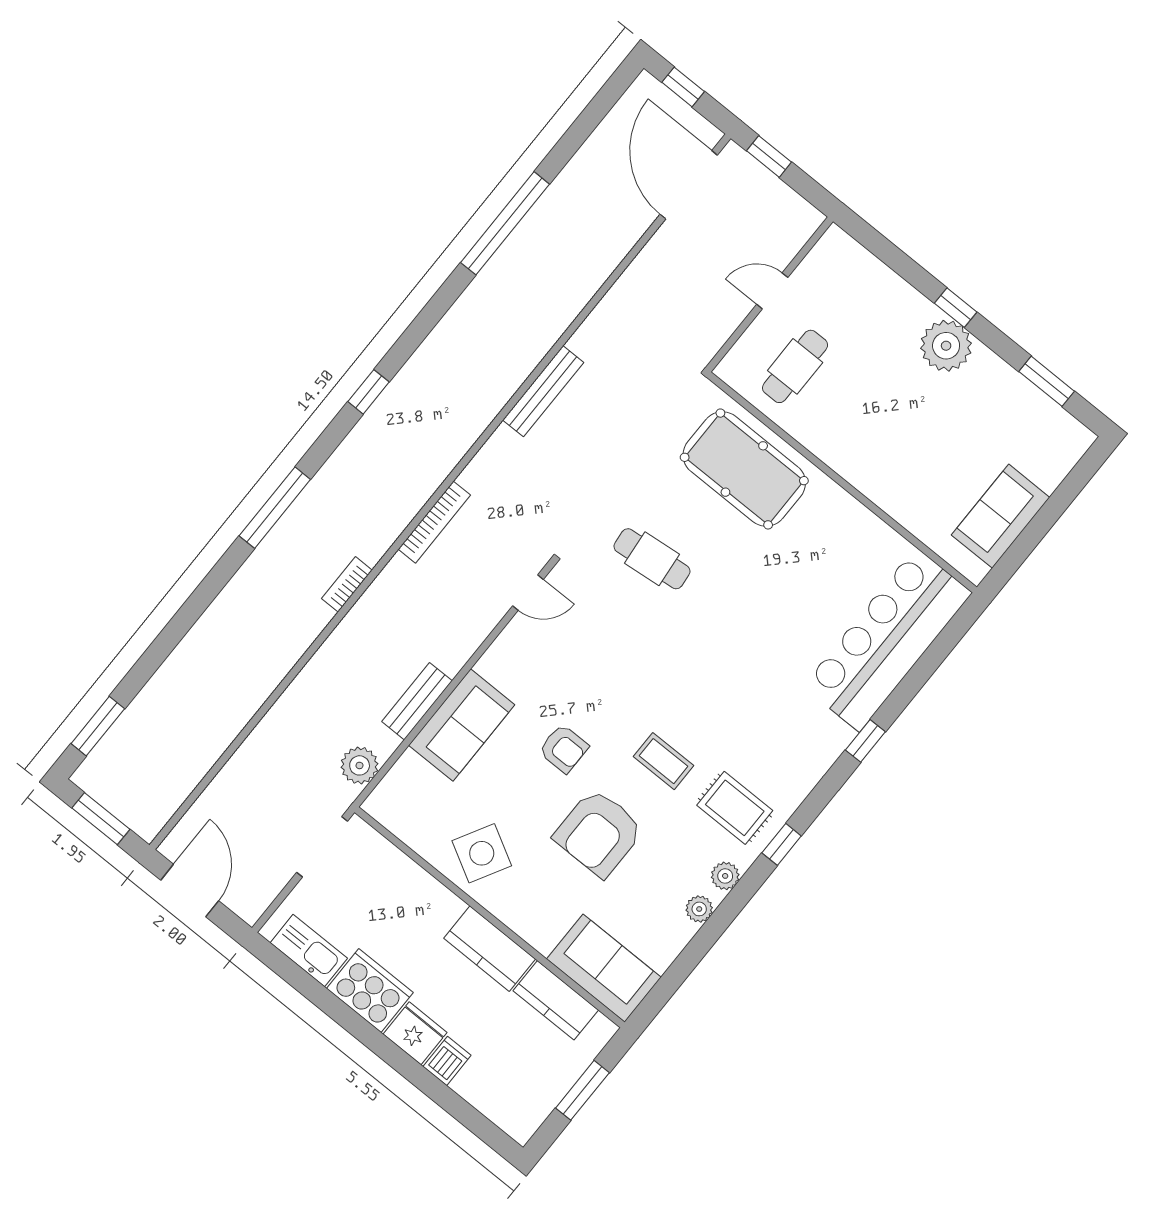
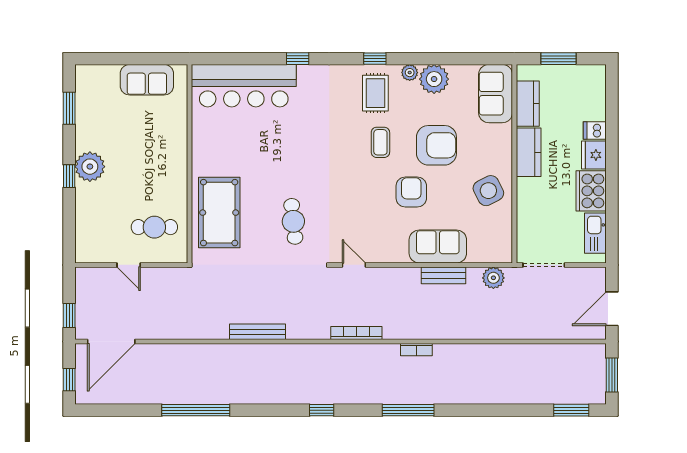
armchair: (563, 749) -> (411, 192), width x1.38, depth x1.38
side table: (482, 853) -> (488, 191), turned 34
plant: (699, 909) -> (434, 79), width x1.88, depth x1.88

